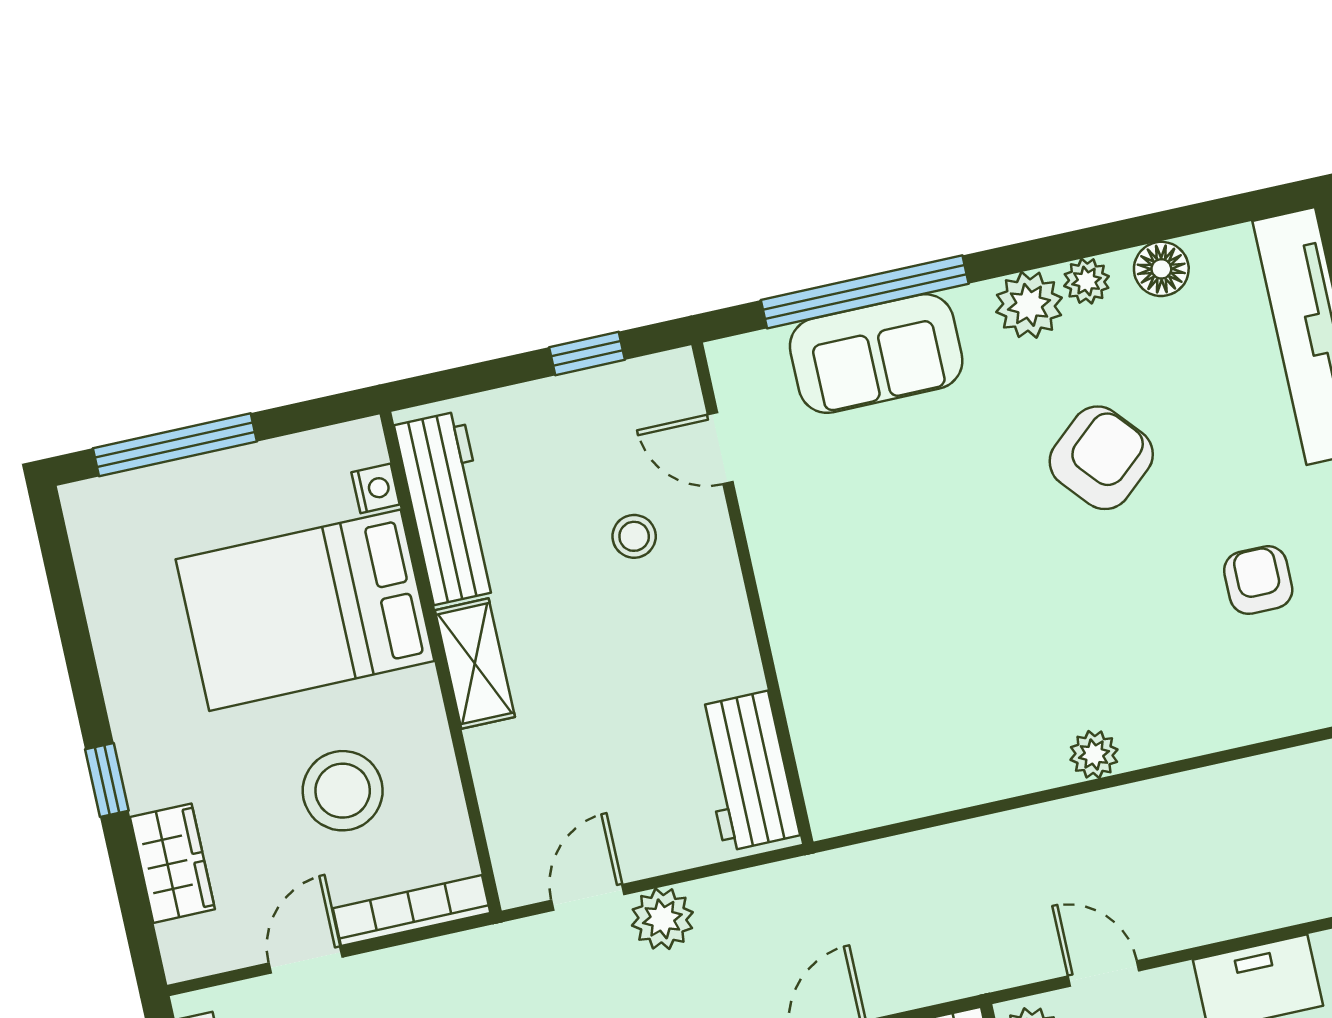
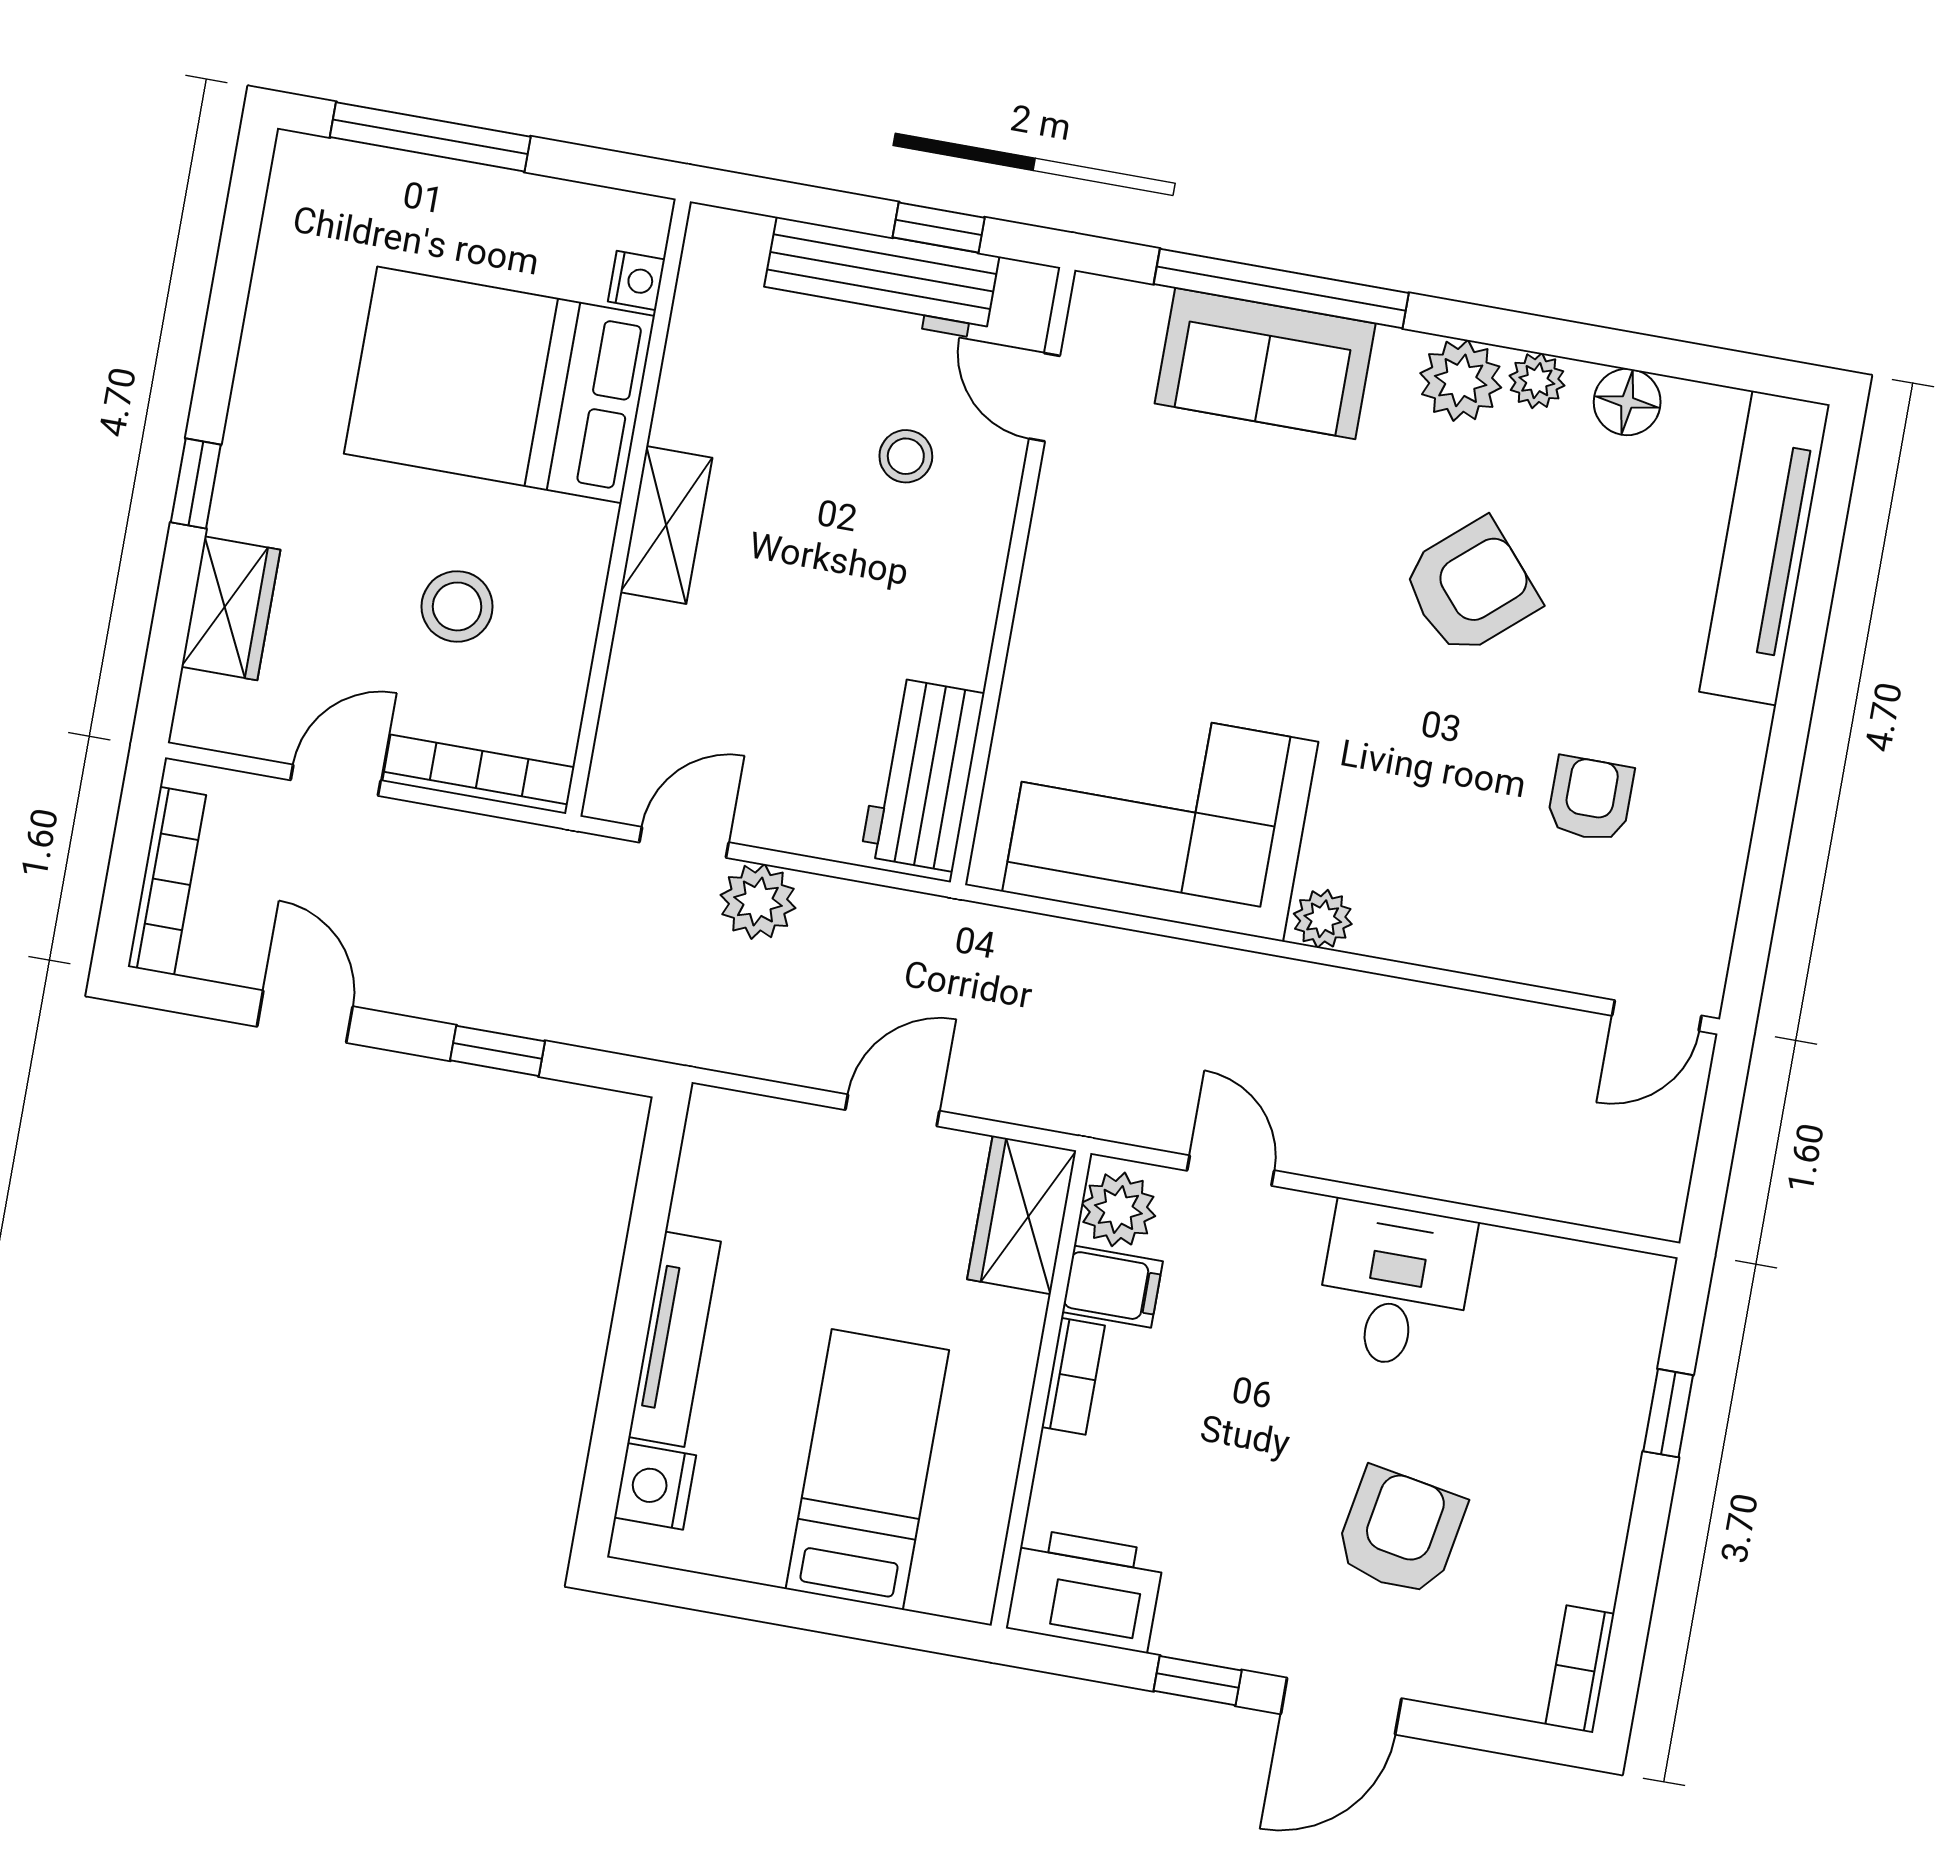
workbench: (448, 508) -> (881, 278), moved, turned 90
corner sofa: (939, 728) -> (1160, 817), added
stool: (343, 791) -> (457, 606), width x0.73, depth x0.73

